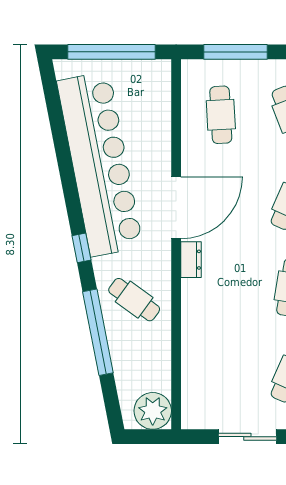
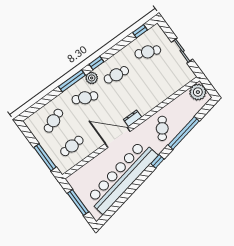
window: (111, 52) -> (78, 203), width x0.68

